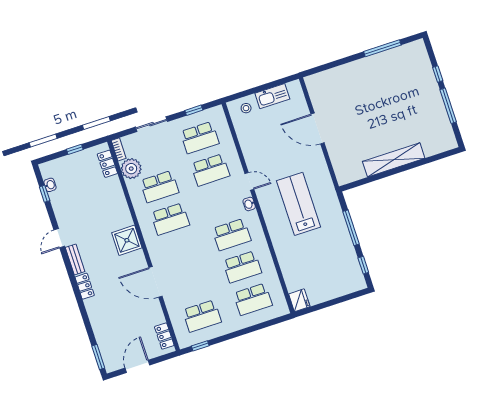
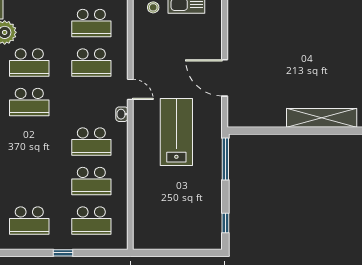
door: (318, 128) -> (225, 78), moved
shelving: (394, 160) -> (322, 118), moved
window: (351, 228) -> (225, 159), moved
fridge: (299, 300) -> (142, 238), removed
window: (200, 346) -> (63, 253), moved

